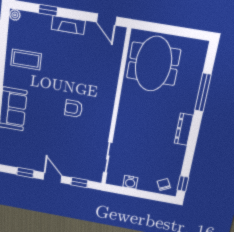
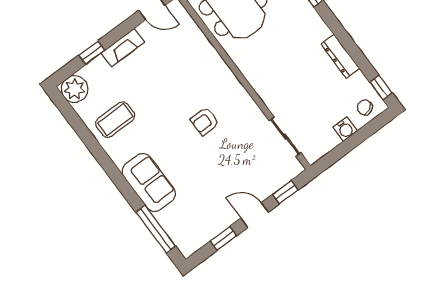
plant: (15, 15) -> (75, 89), width x1.88, depth x1.88
dresser: (184, 129) -> (340, 56), moved
water cooler: (130, 182) -> (345, 129), moved

